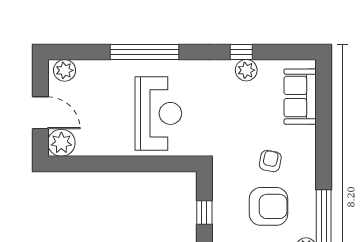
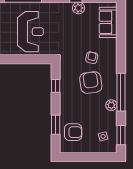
armchair: (269, 206) -> (91, 83), turned -98

